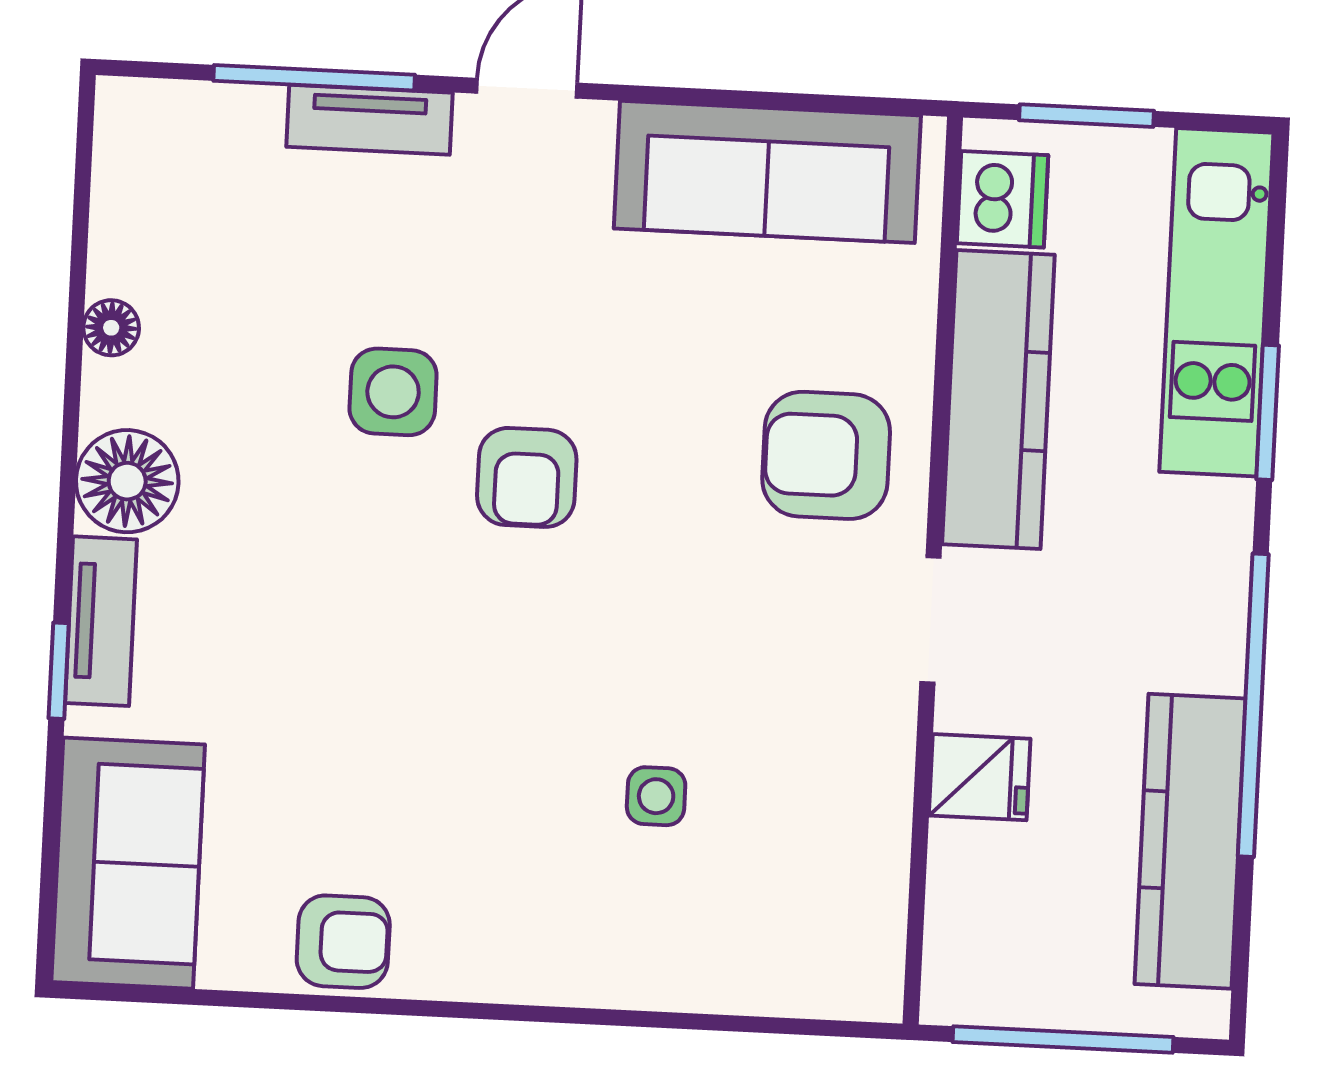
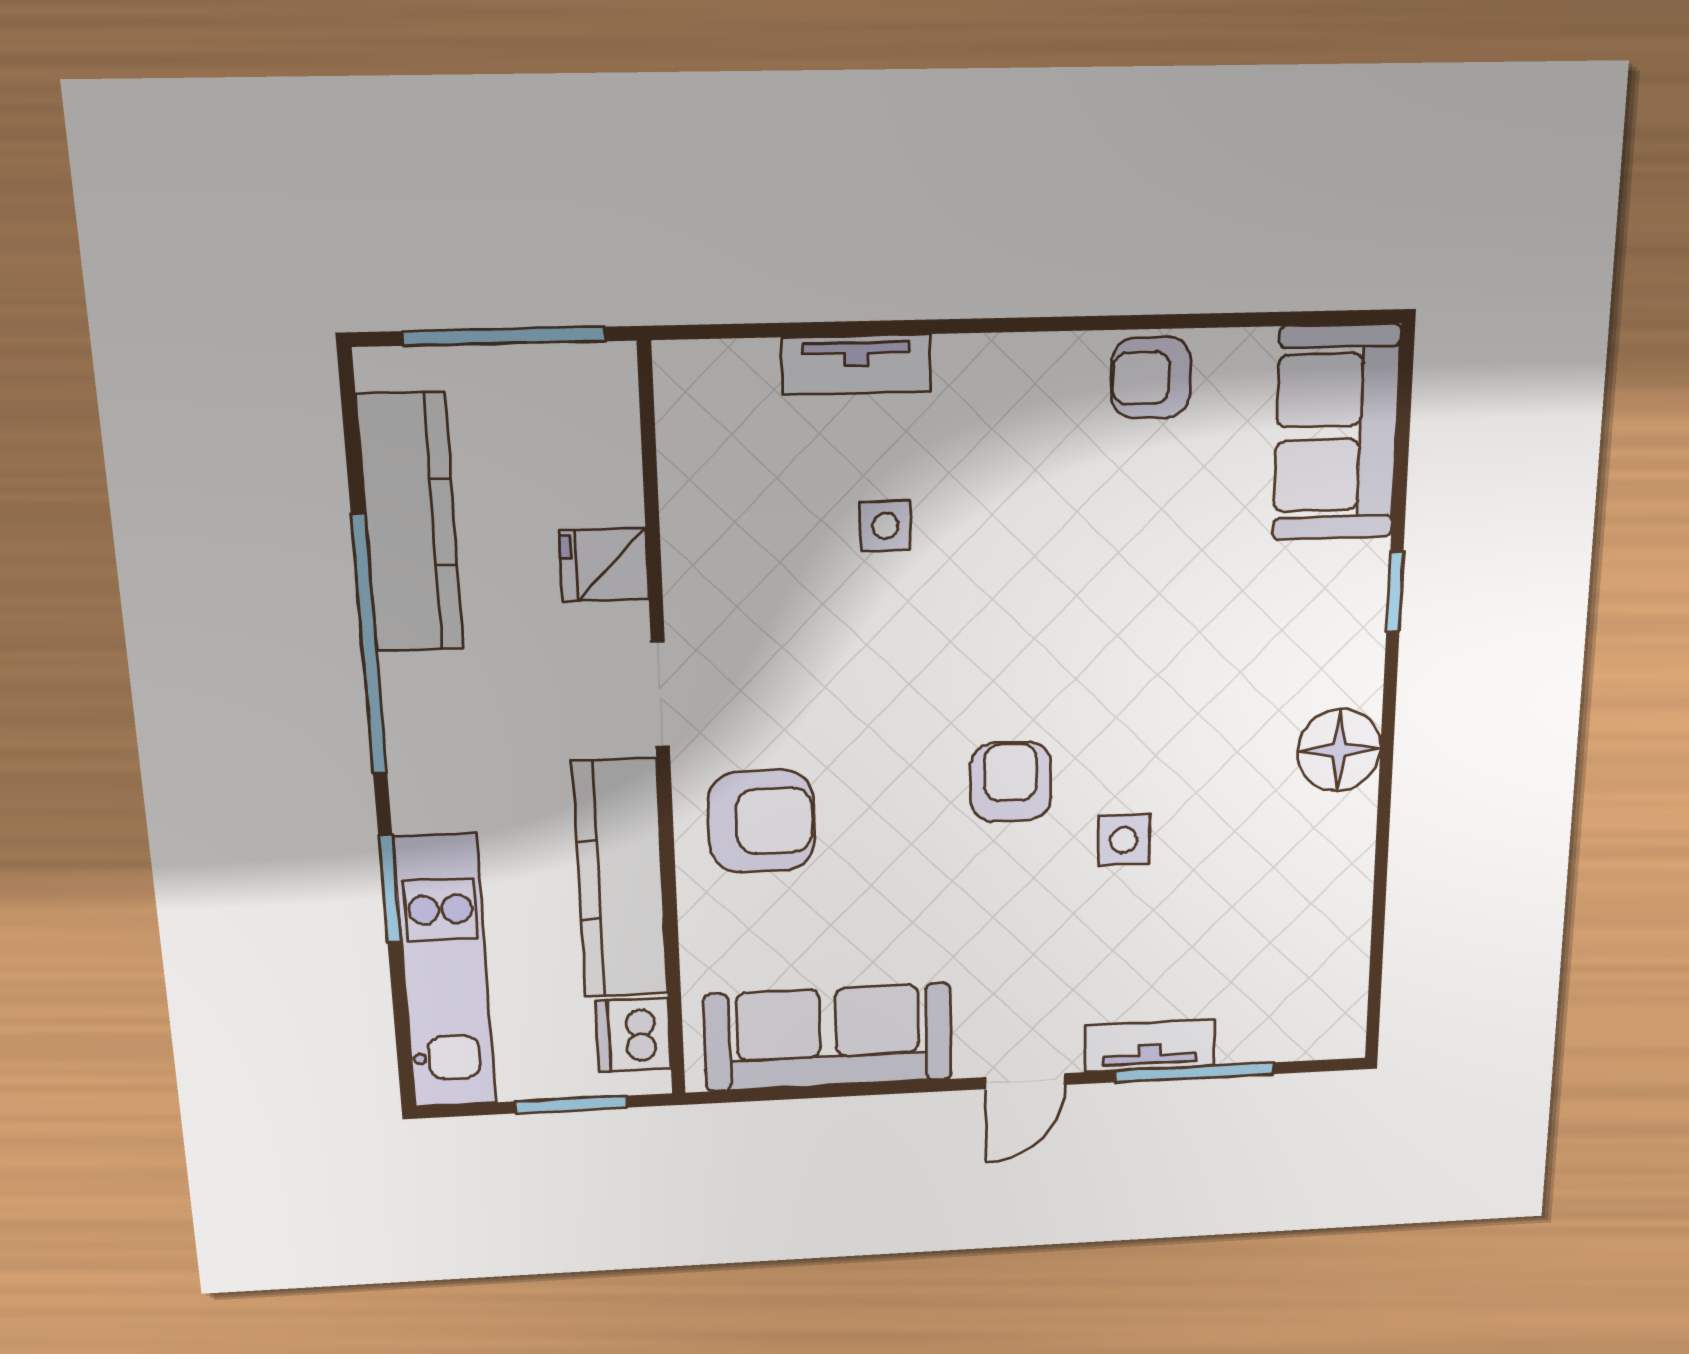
floor lamp: (111, 328) -> (1352, 869), removed
side table: (393, 392) -> (1124, 840), width x0.73, depth x0.73
tv unit: (101, 621) -> (856, 365), moved, turned -90

